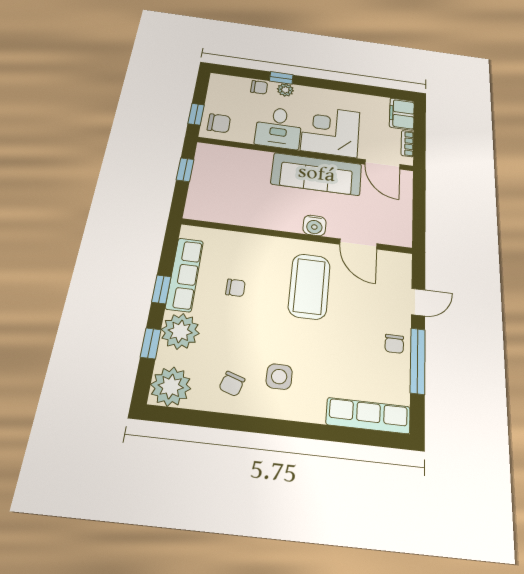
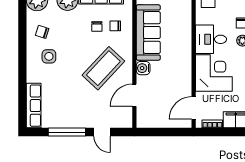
sofa: (317, 174) -> (148, 32), moved, turned 180
coffee table: (309, 286) -> (103, 68), turned -47
chair: (394, 344) -> (115, 26), moved

